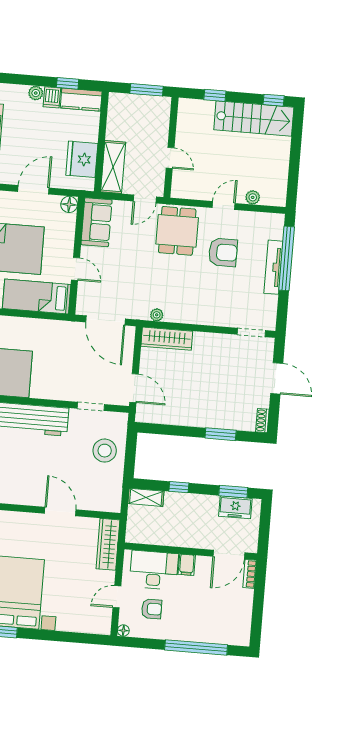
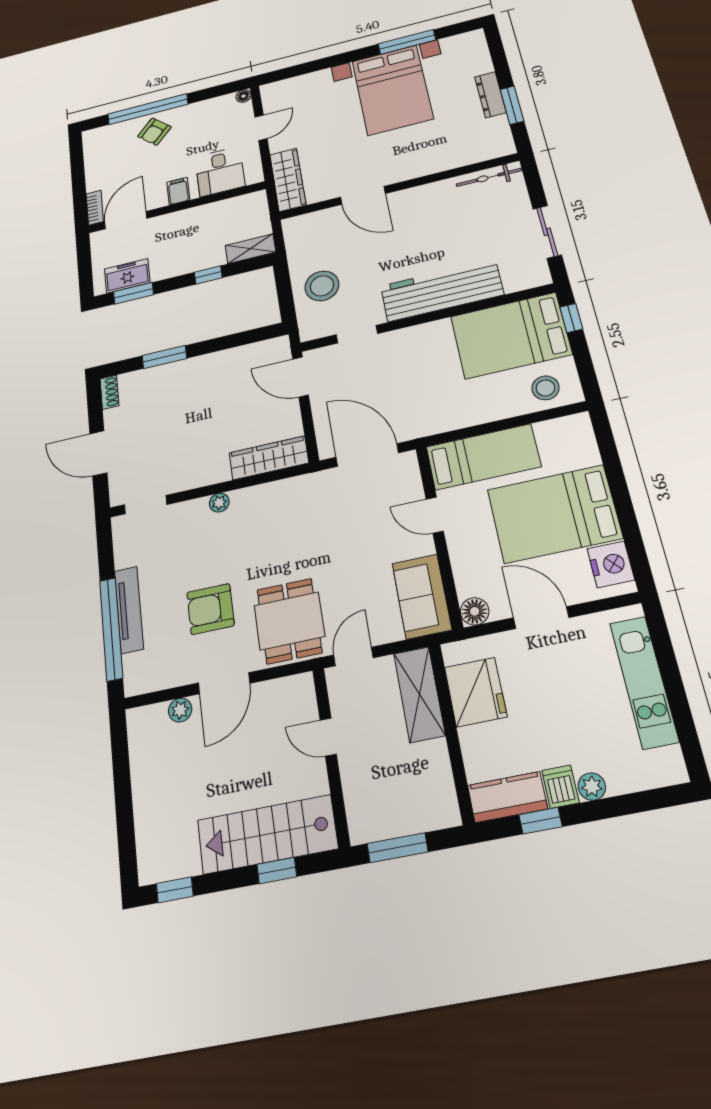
stairs: (254, 118) -> (267, 834), moved
door: (33, 190) -> (541, 618), swing flipped
door: (224, 205) -> (224, 683), width x1.38
plant: (157, 315) -> (219, 503), moved
desk: (154, 570) -> (220, 172), width x0.73
armchair: (152, 609) -> (154, 132), moved, turned -47

